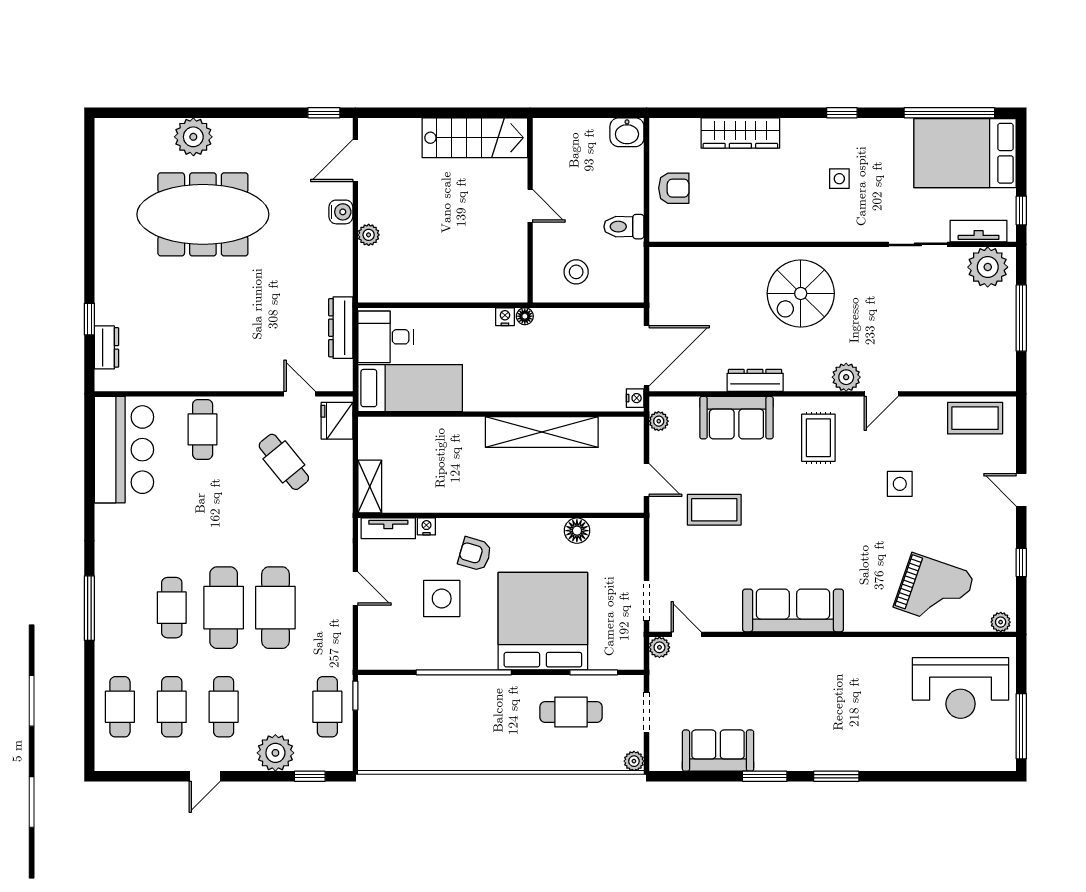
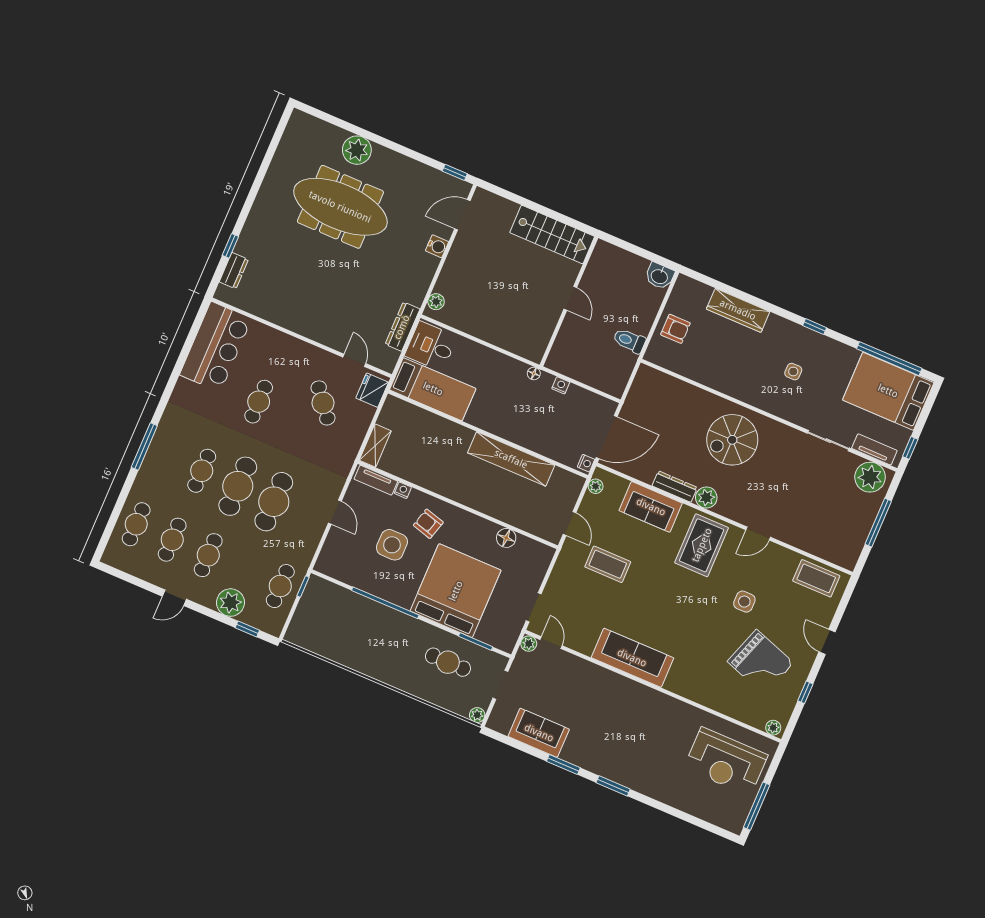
plant: (369, 235) -> (436, 302), moved
stool: (576, 272) -> (583, 358), removed
nightstand: (505, 317) -> (561, 385), moved
plant: (846, 377) -> (706, 498), moved
cafe table: (203, 429) -> (259, 402), moved
rug: (818, 438) -> (702, 545), width x1.36, depth x1.43
grand piano: (934, 591) -> (761, 662), moved

